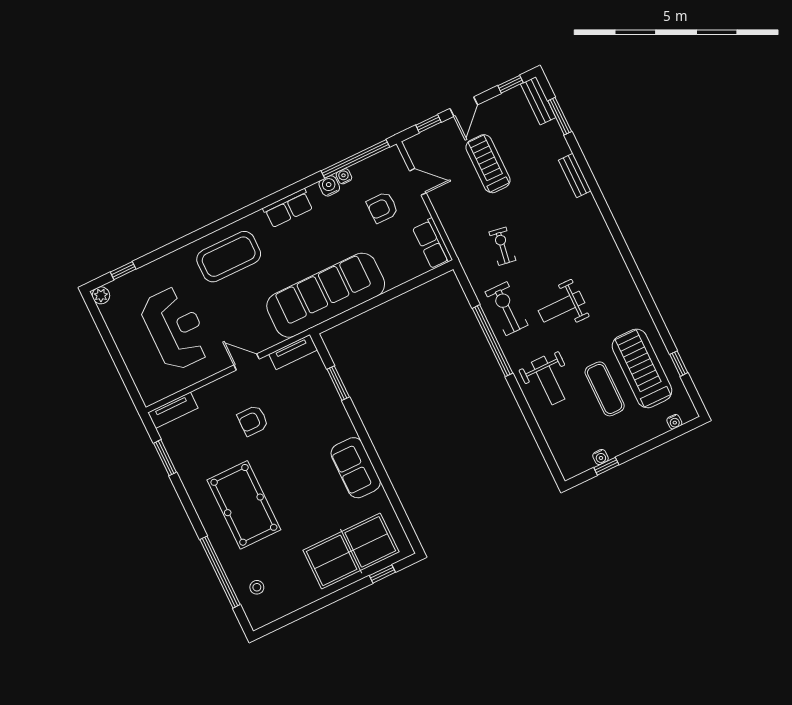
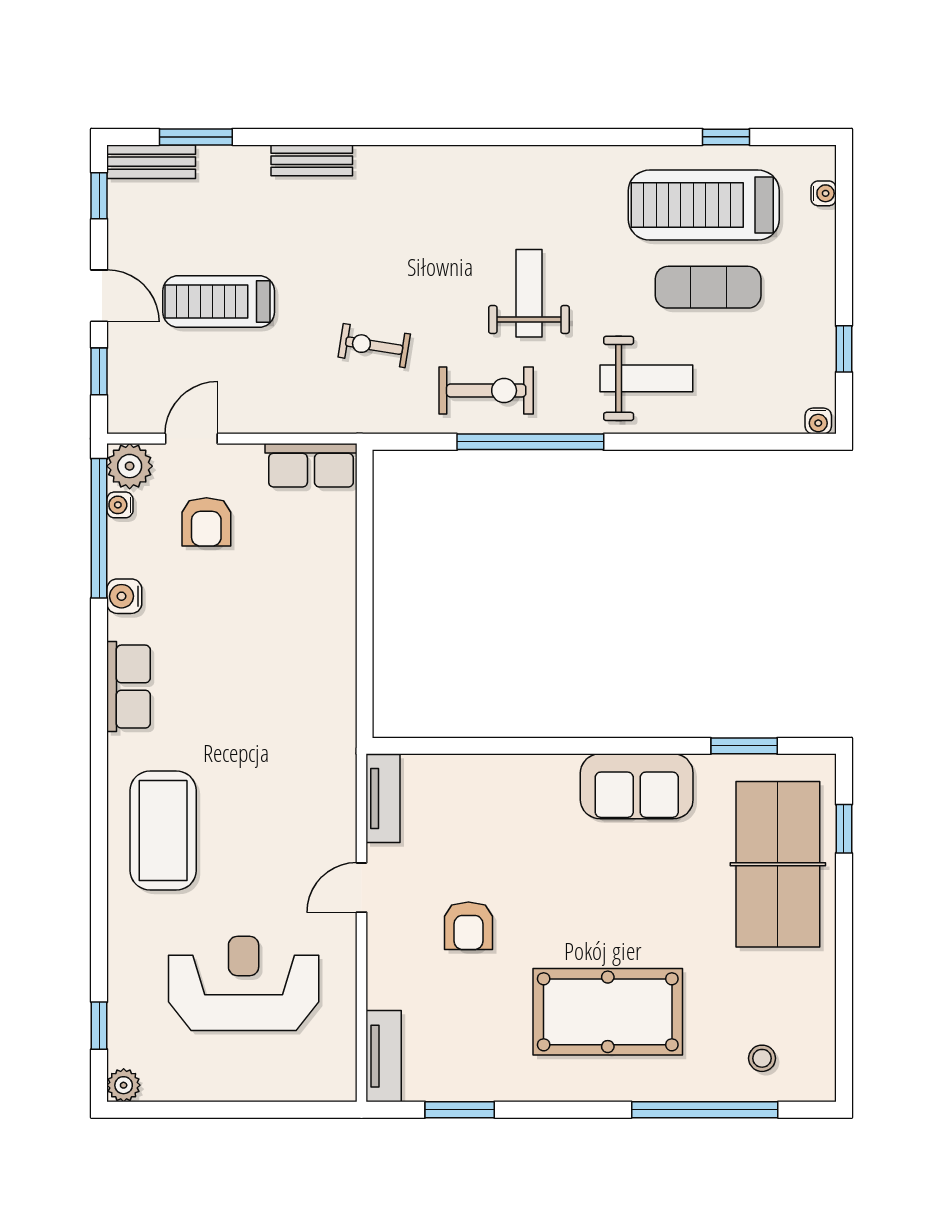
plant: (391, 159) -> (130, 466), added
water cooler: (344, 176) -> (120, 505), moved
sofa: (326, 295) -> (311, 694), removed
weight bench: (562, 307) -> (529, 293), turned 180
exercise bike: (507, 309) -> (486, 391), turned 180
window: (338, 383) -> (744, 746), moved
water cooler: (600, 457) -> (818, 421), moved, turned 90

